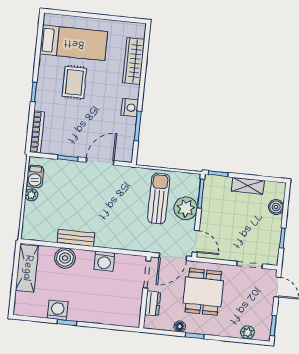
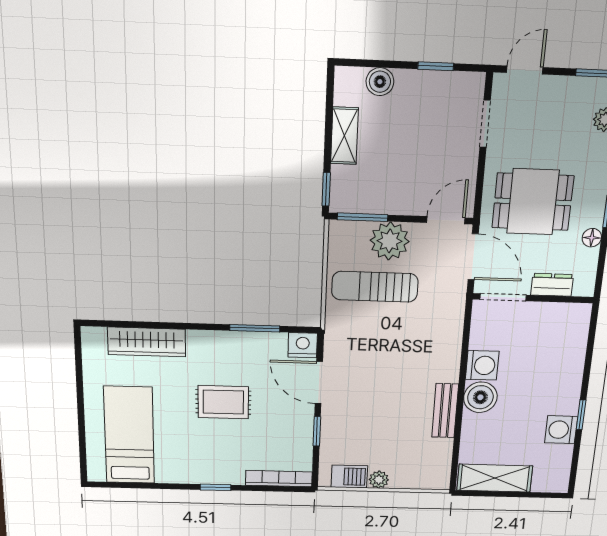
rug: (74, 82) -> (223, 402), moved
nightstand: (130, 108) -> (303, 345), moved
boiler: (65, 258) -> (480, 397), moved

